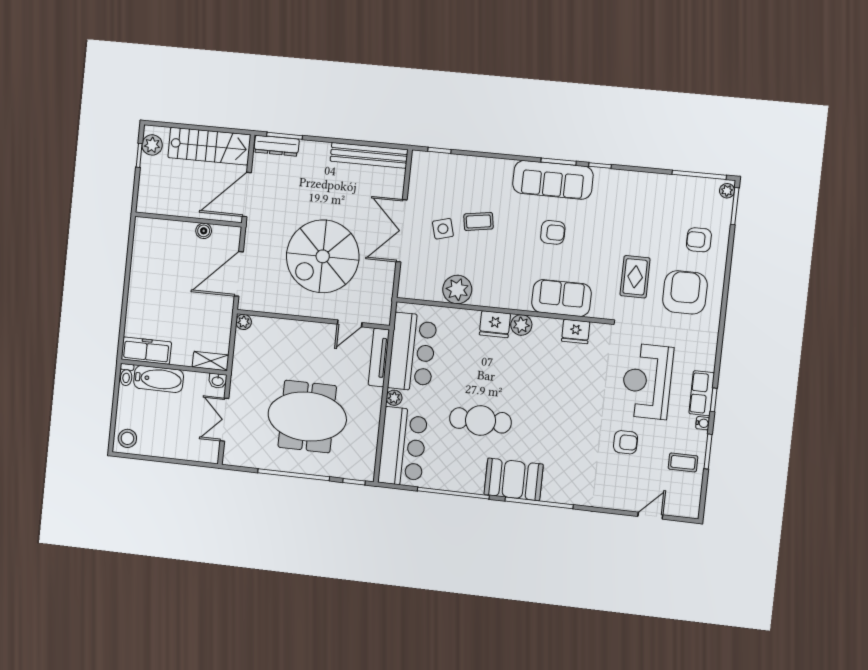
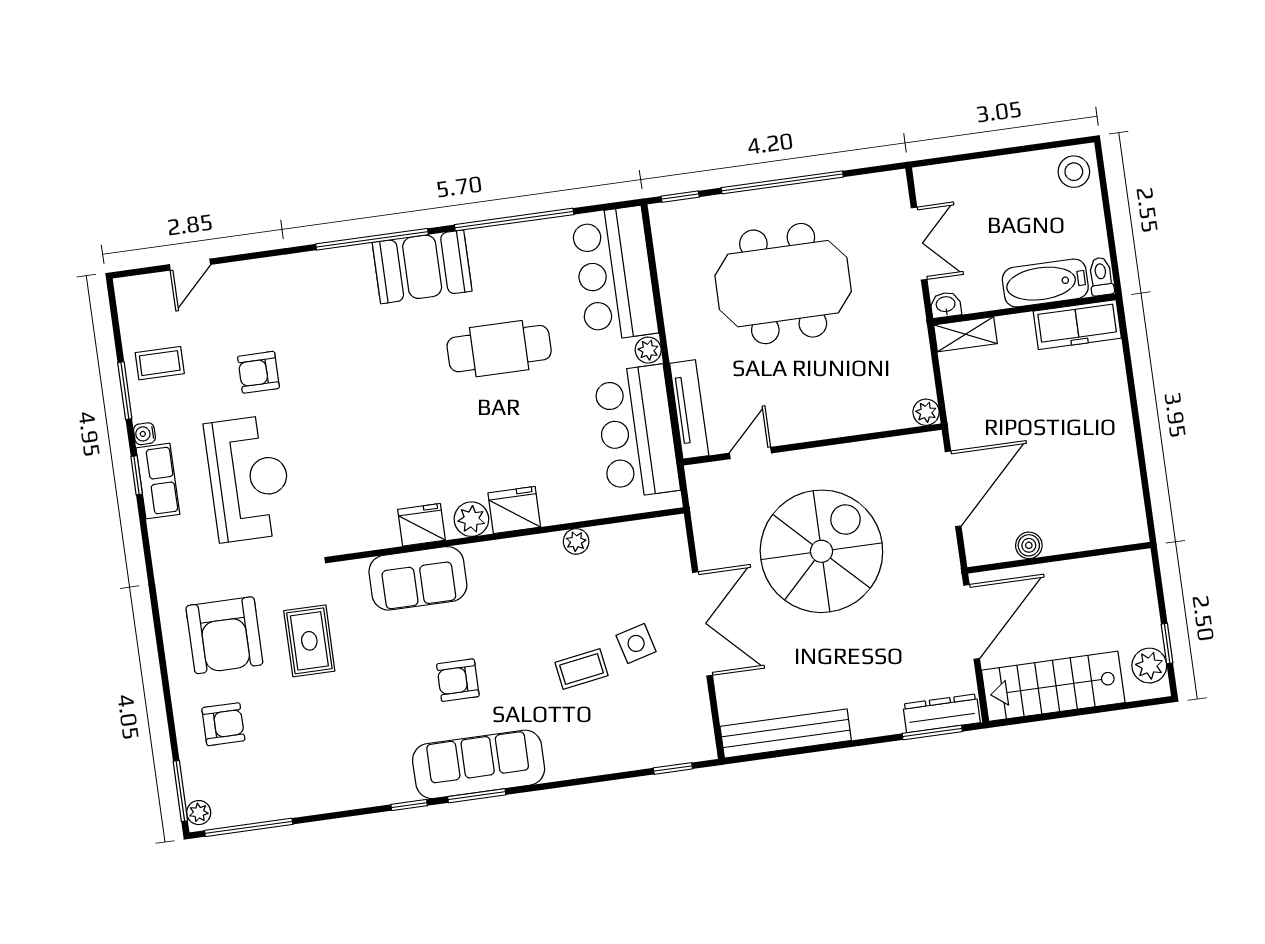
plant: (457, 290) -> (576, 541), width x0.53, depth x0.53
fridge: (576, 331) -> (422, 525), moved

